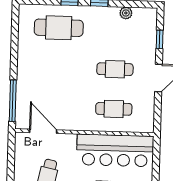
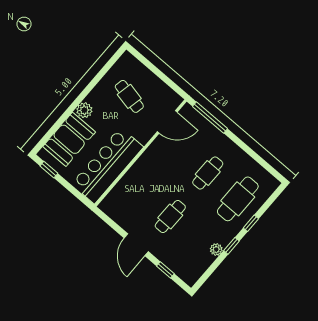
plant: (126, 13) -> (216, 250), moved
cafe table: (114, 109) -> (208, 173), moved

